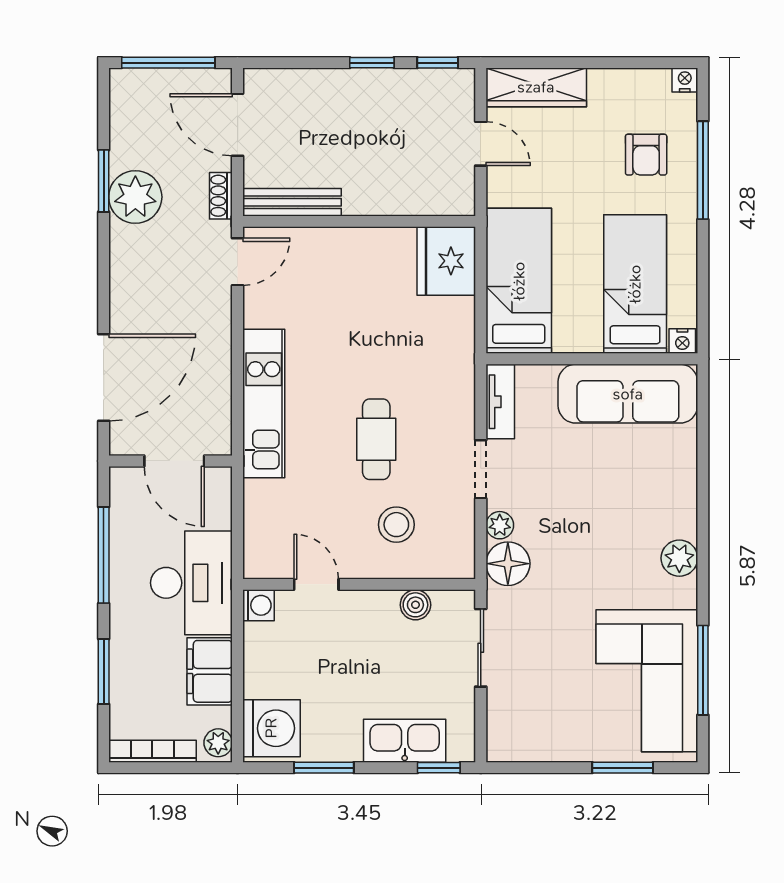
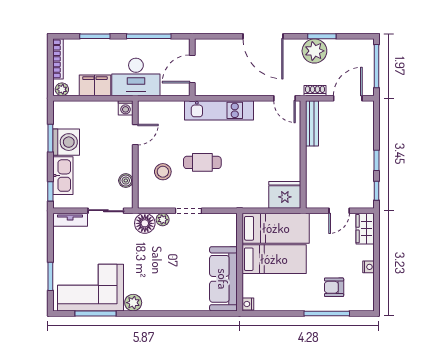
nightstand: (685, 80) -> (369, 267), moved
wardrobe: (536, 87) -> (365, 229), width x0.67
bed: (635, 284) -> (274, 259), moved
door: (104, 377) -> (263, 36), moved
tv unit: (500, 402) -> (70, 220), moved
plant: (679, 558) -> (133, 303), moved
washing machine: (271, 728) -> (66, 142), moved, turned -90

